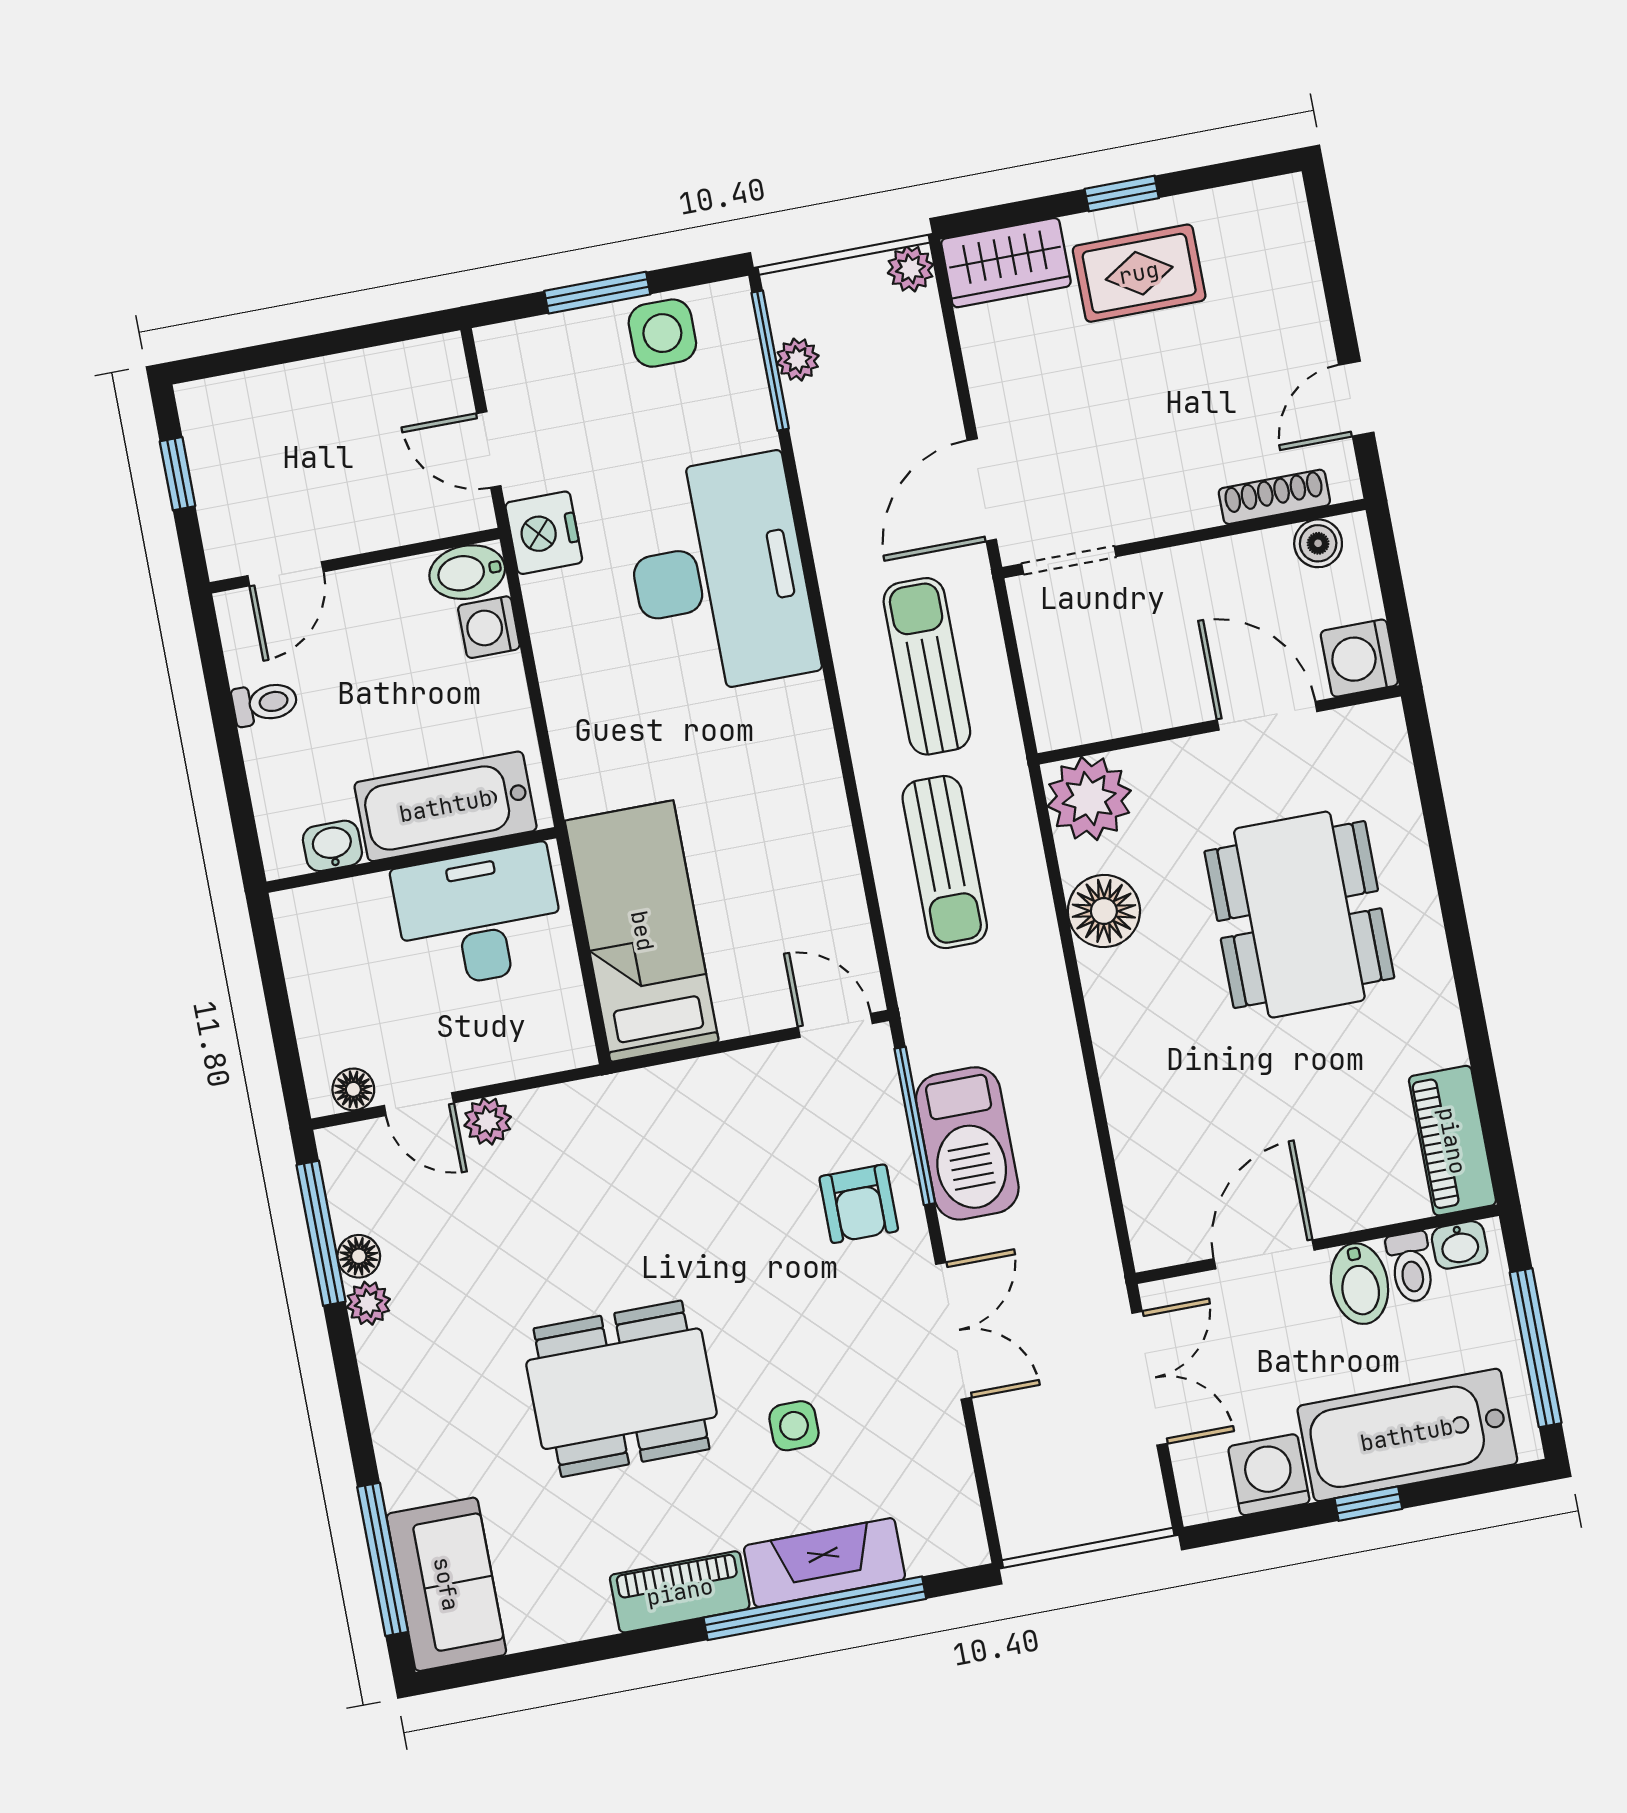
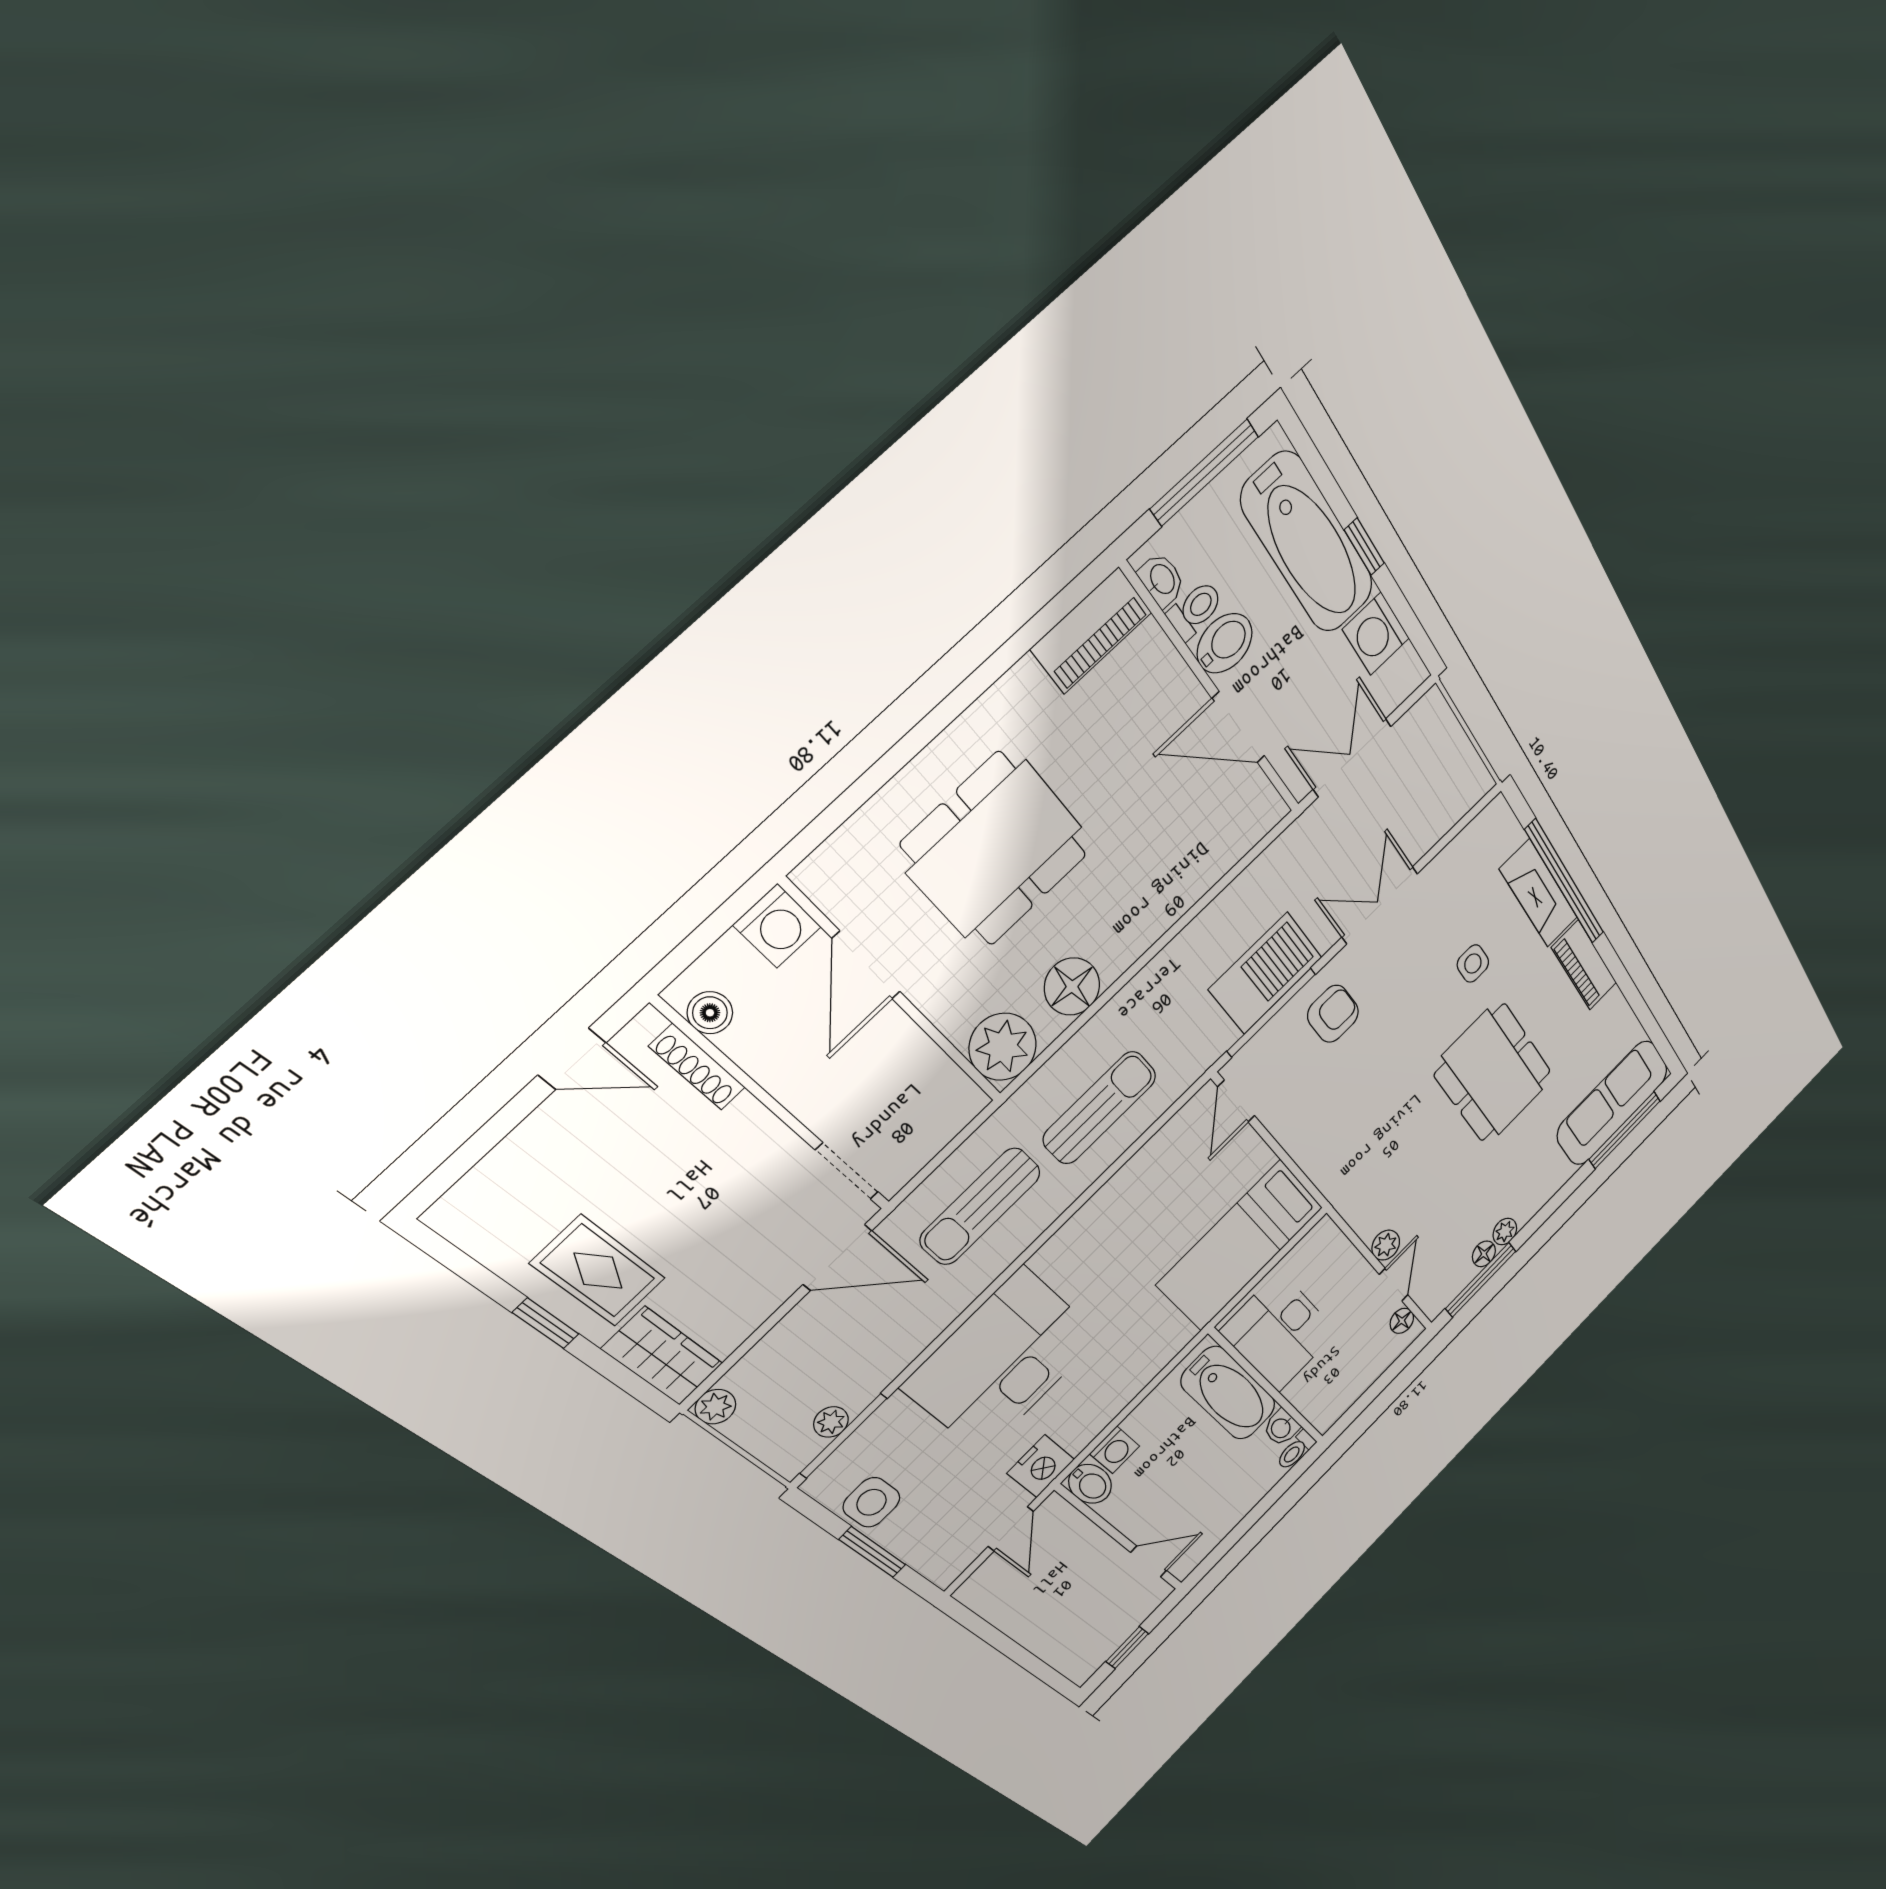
toilet: (265, 703) -> (1296, 1450), moved, turned -90
sofa: (446, 1584) -> (1612, 1103), width x1.36

